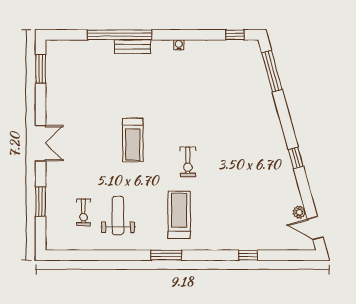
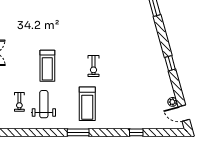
treadmill: (133, 140) -> (47, 66), moved
treadmill: (179, 215) -> (87, 104), turned 180

